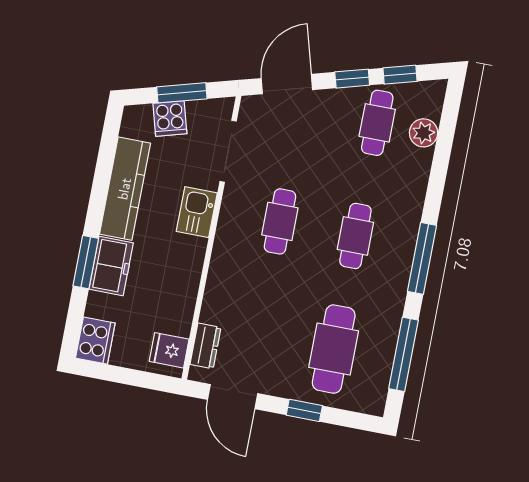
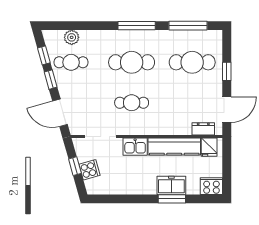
window: (182, 93) -> (75, 166), width x0.67
kitchen counter: (125, 189) -> (174, 147), moved, turned 180
cafe table: (355, 236) -> (132, 62), width x1.37, depth x1.35

